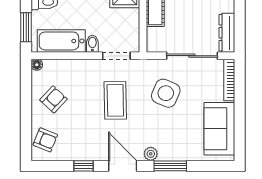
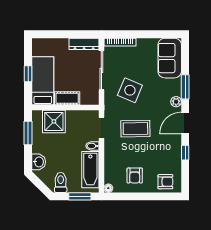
armchair: (54, 99) -> (135, 176), turned -133
sofa: (219, 129) -> (170, 58), moved, turned 90
armchair: (45, 140) -> (165, 182), turned 68

